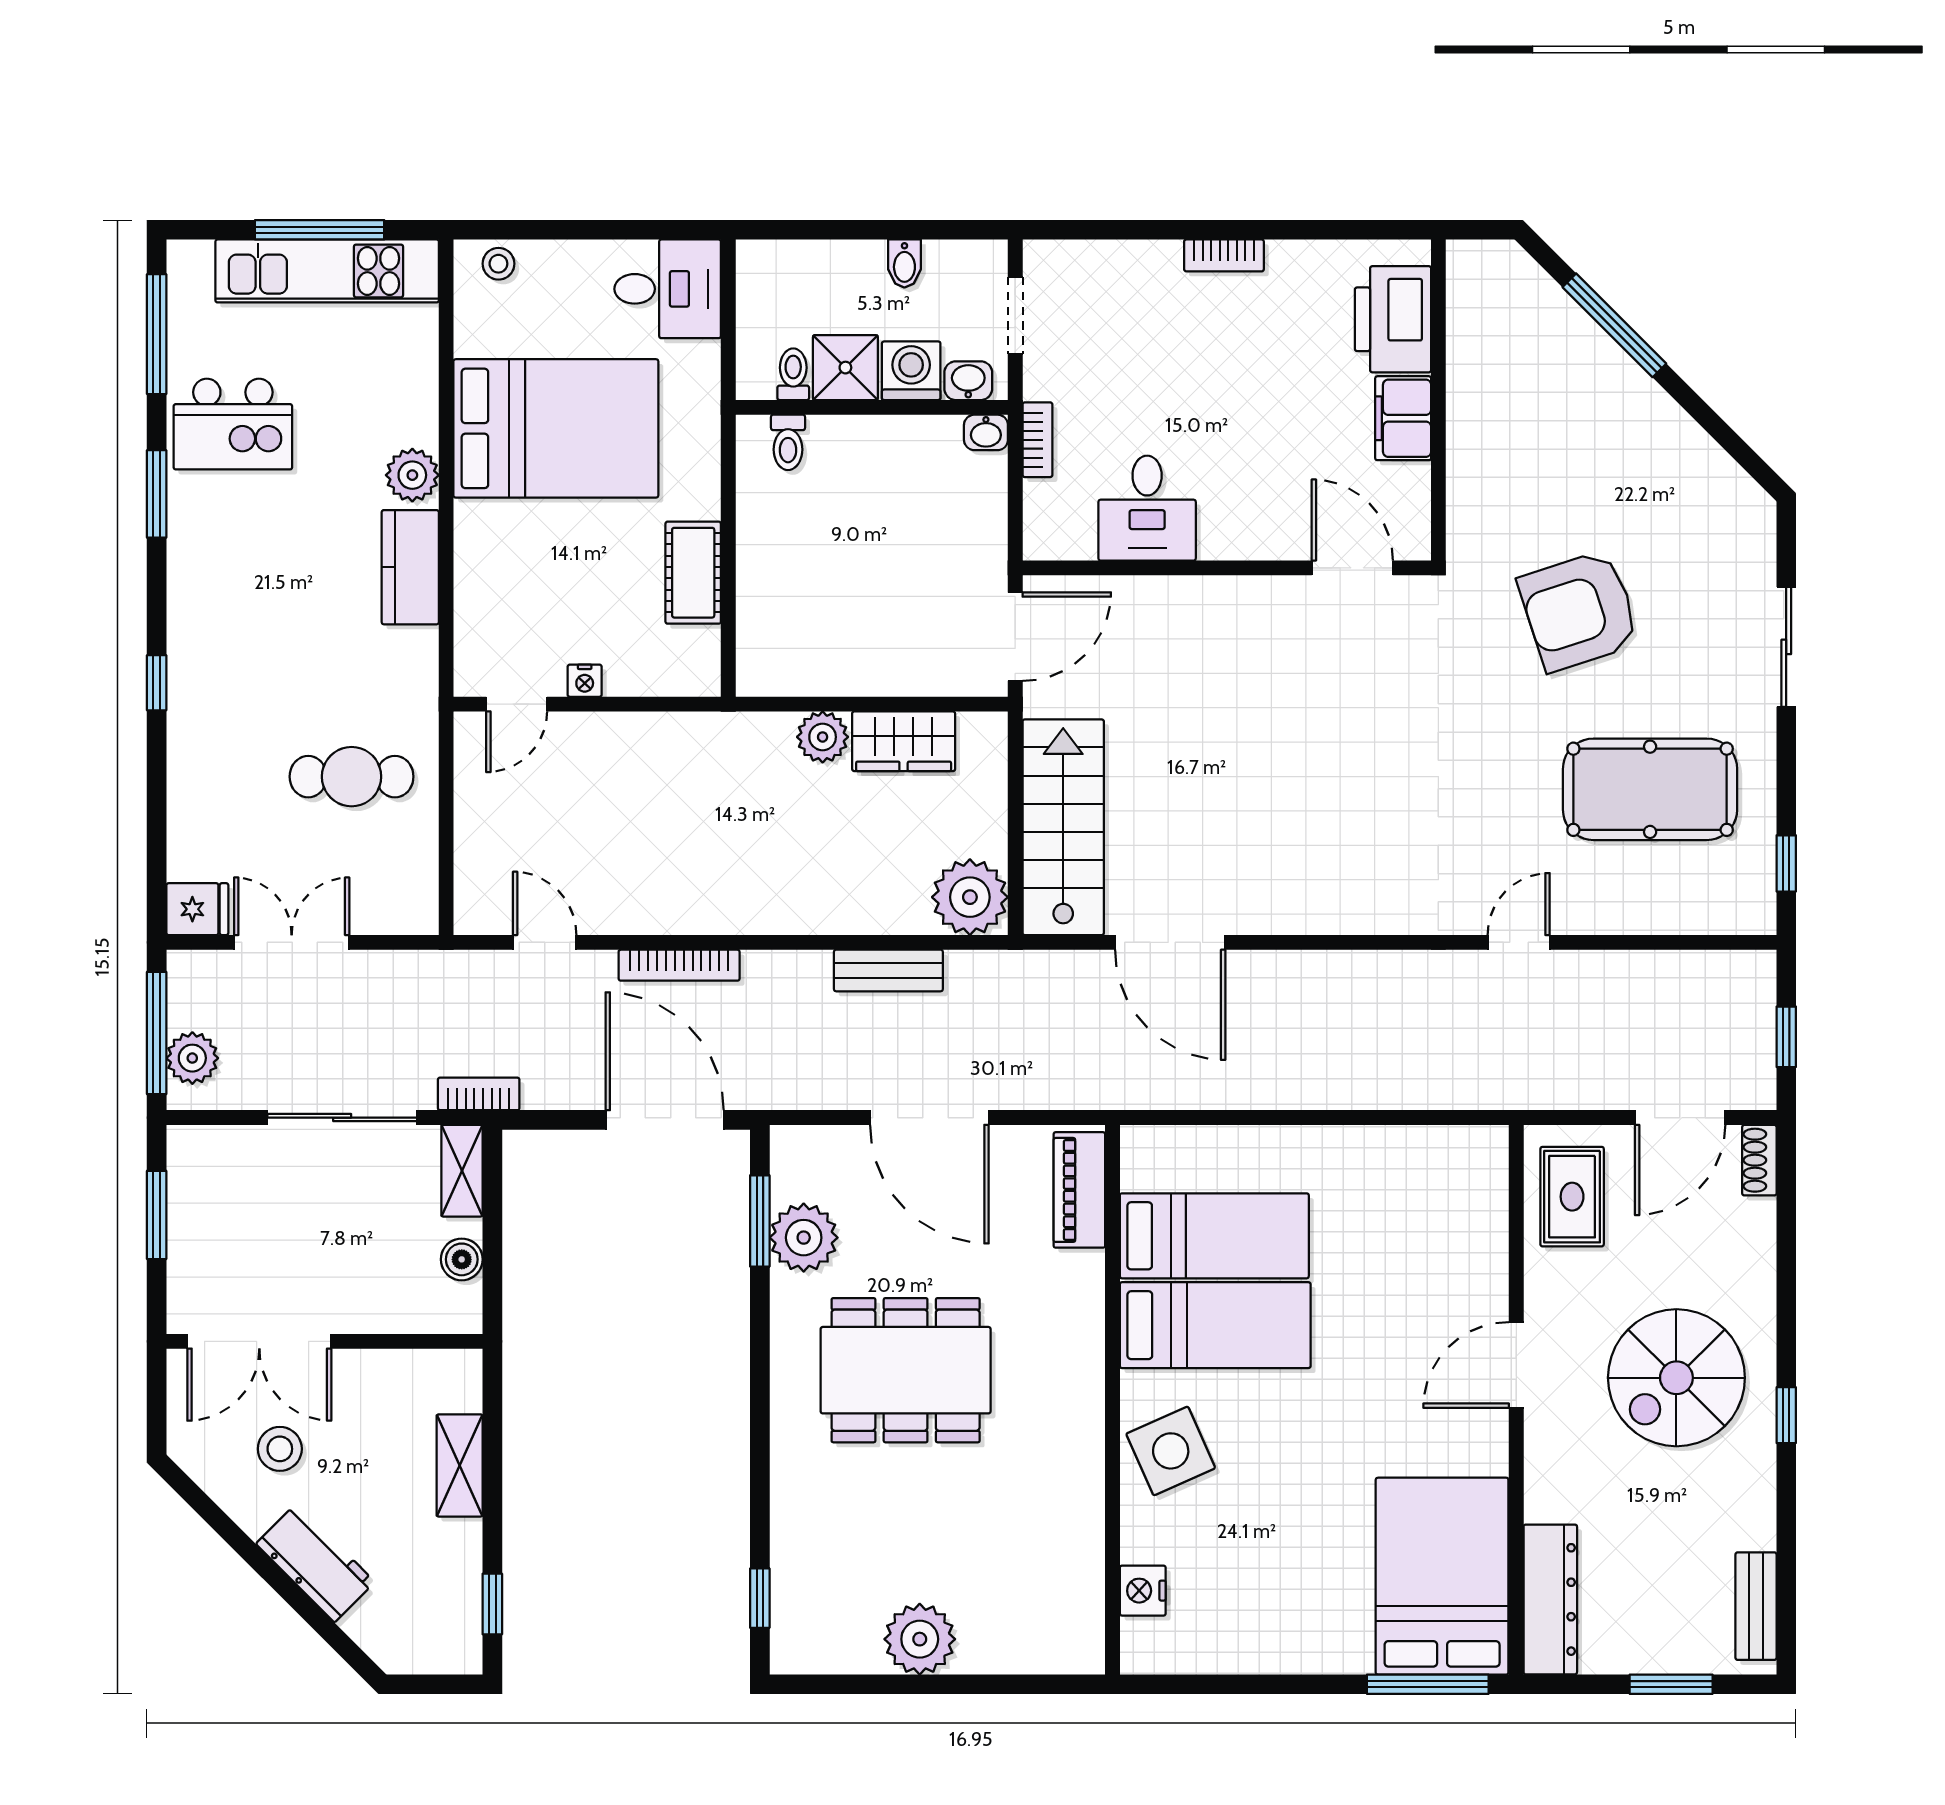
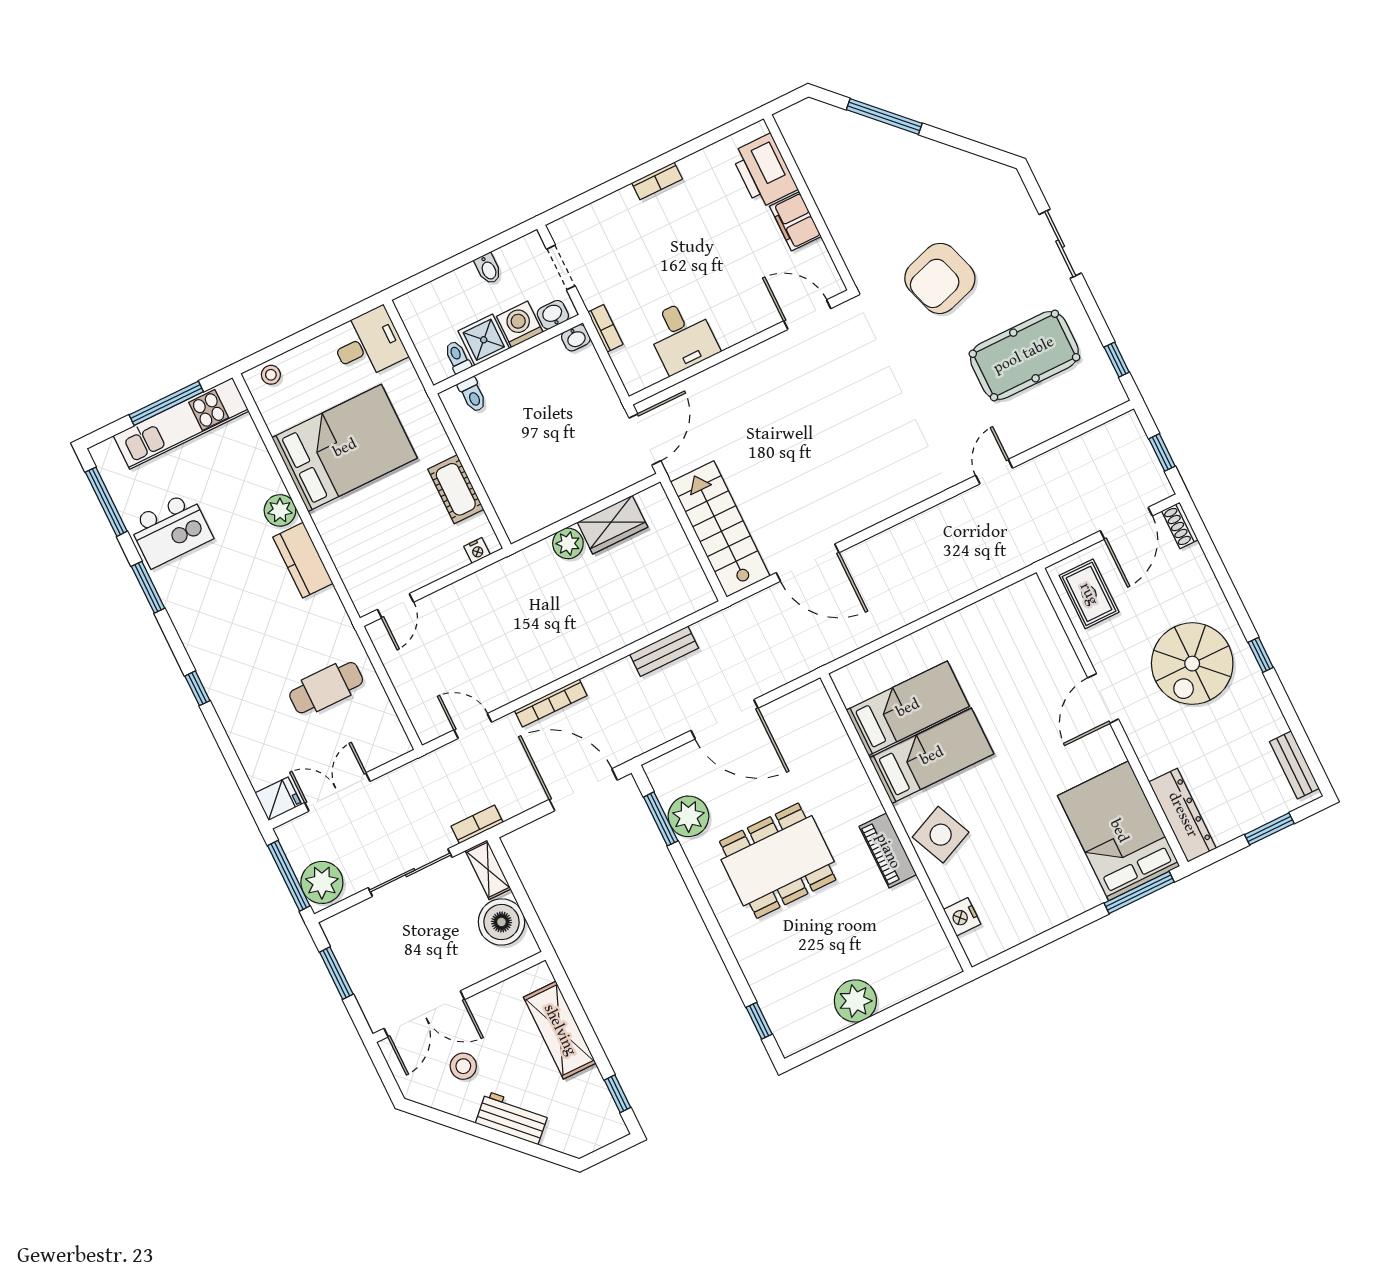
nightstand: (585, 681) -> (477, 551), moved
plant: (970, 897) -> (689, 591), removed
plant: (192, 1058) -> (322, 882), width x1.36, depth x1.36
piano: (1079, 1190) -> (888, 851), moved
boiler: (462, 1259) -> (501, 922), width x1.86, depth x1.86
shelving: (460, 1465) -> (560, 1030), width x1.50, depth x1.33

